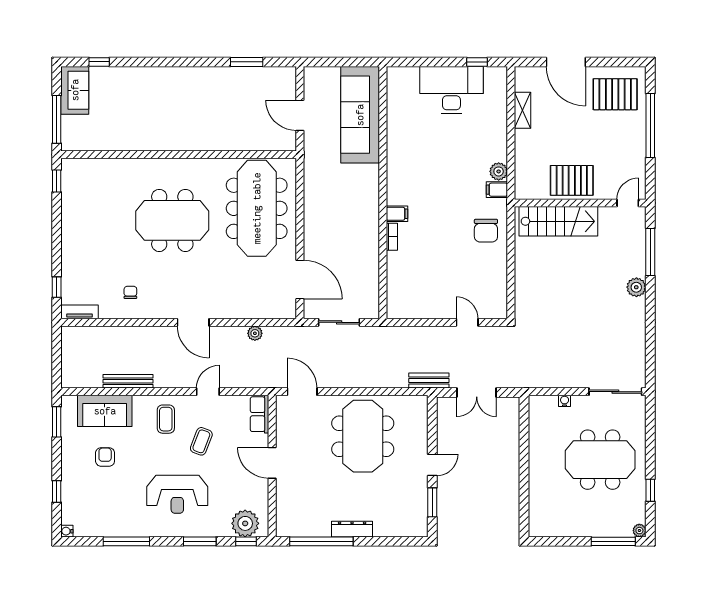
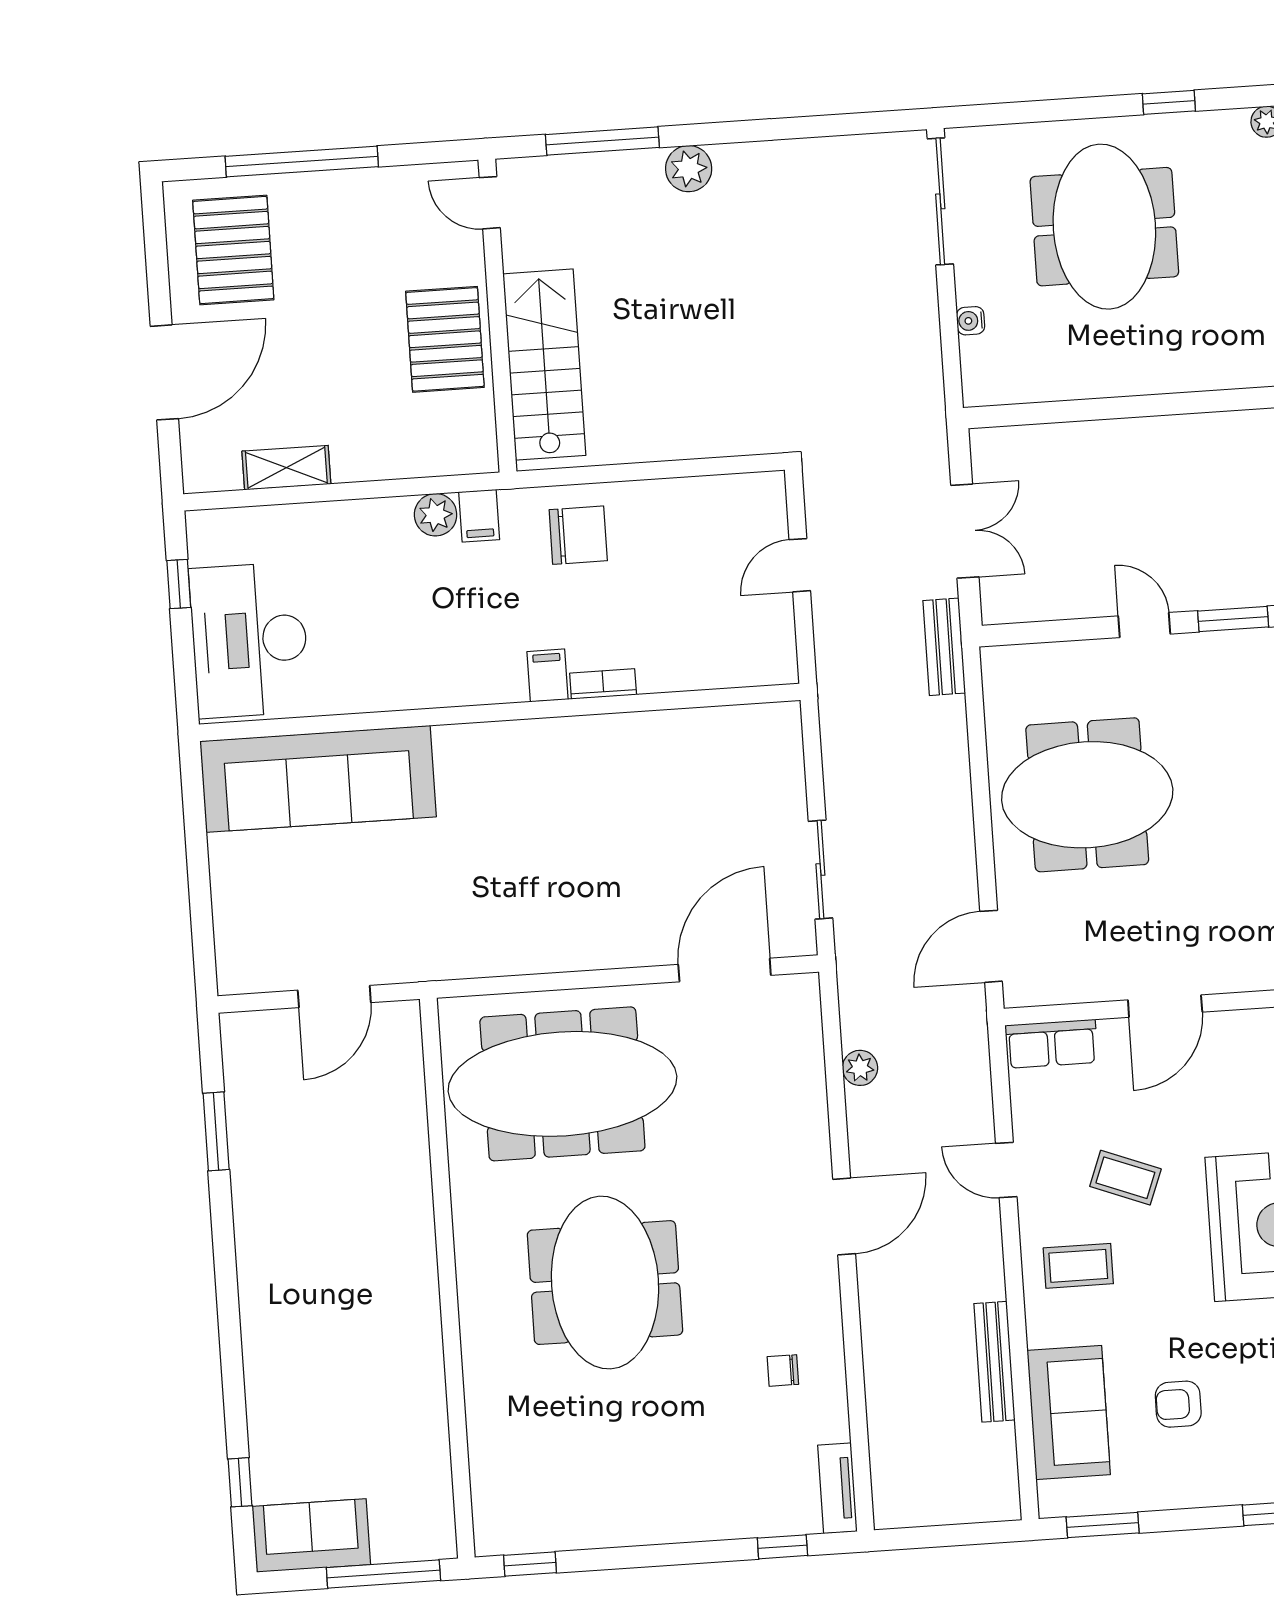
sofa: (360, 115) -> (318, 779), moved
wall: (383, 193) -> (500, 712), moved
filing cabinet: (397, 214) -> (548, 675), moved
bookcase: (392, 237) -> (603, 684), moved

